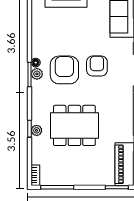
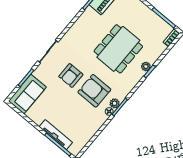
armchair: (64, 70) -> (94, 91), turned 90
dining table: (74, 125) -> (118, 49), turned 90

